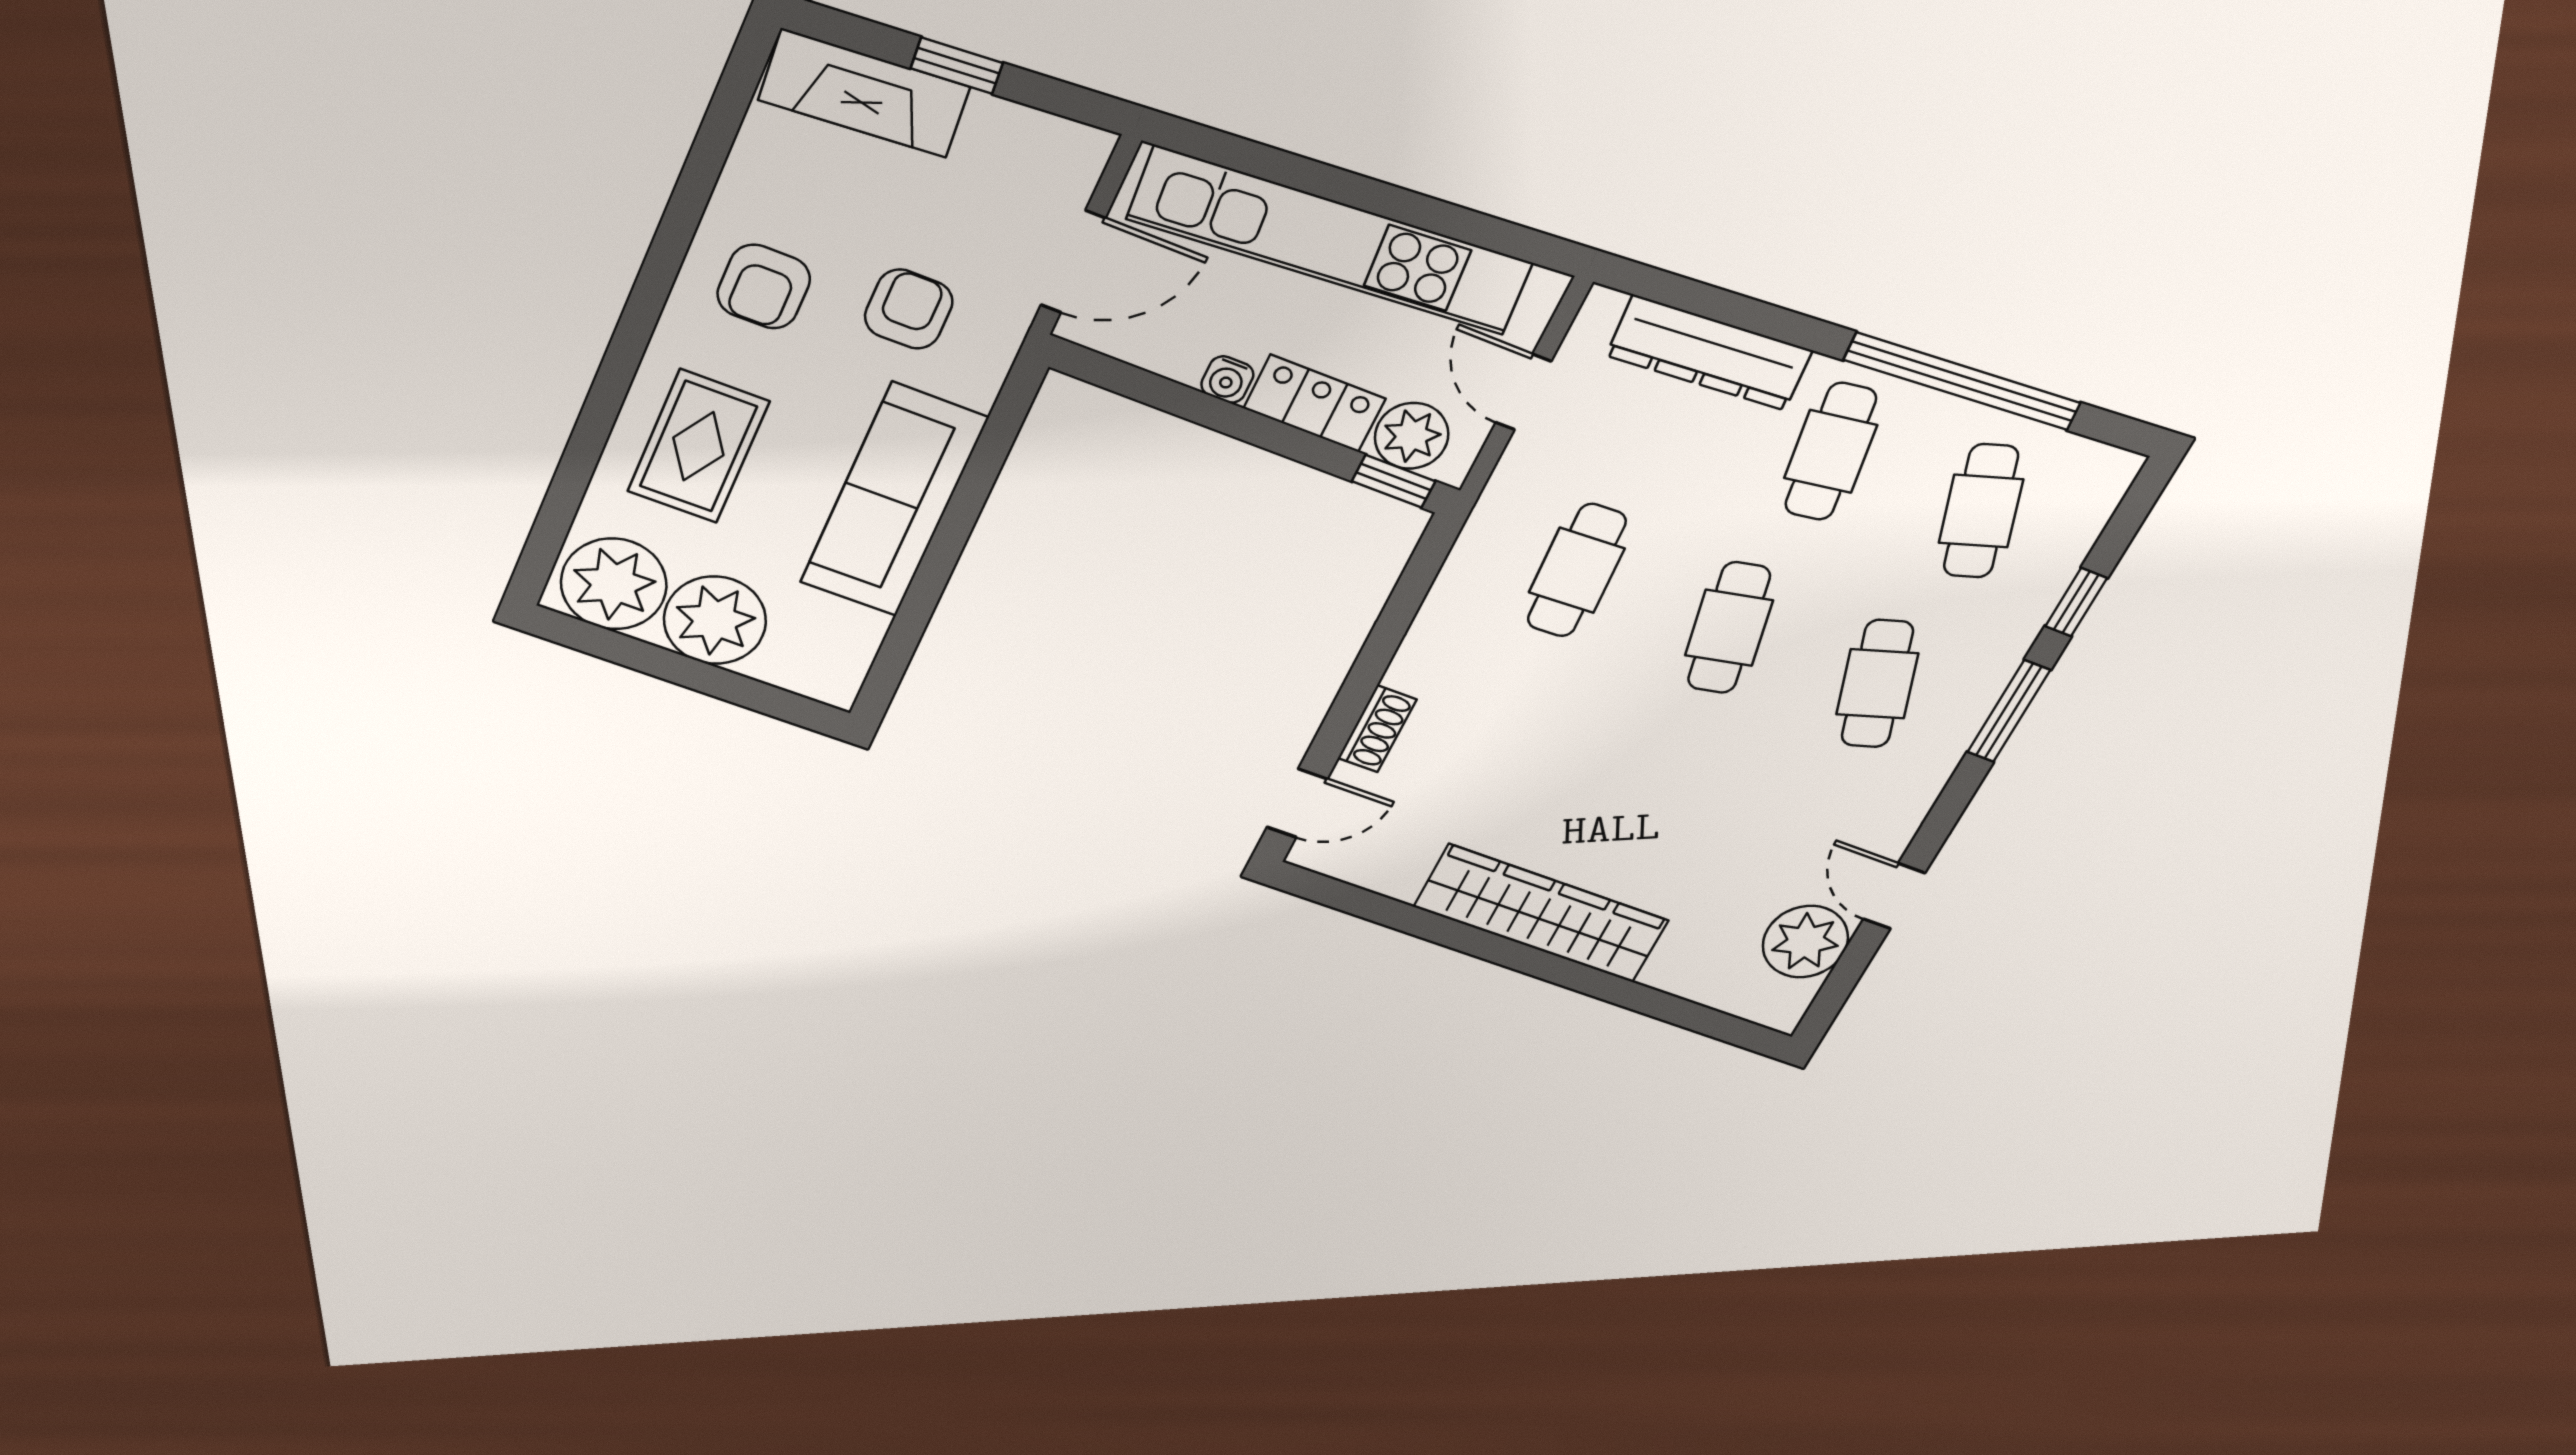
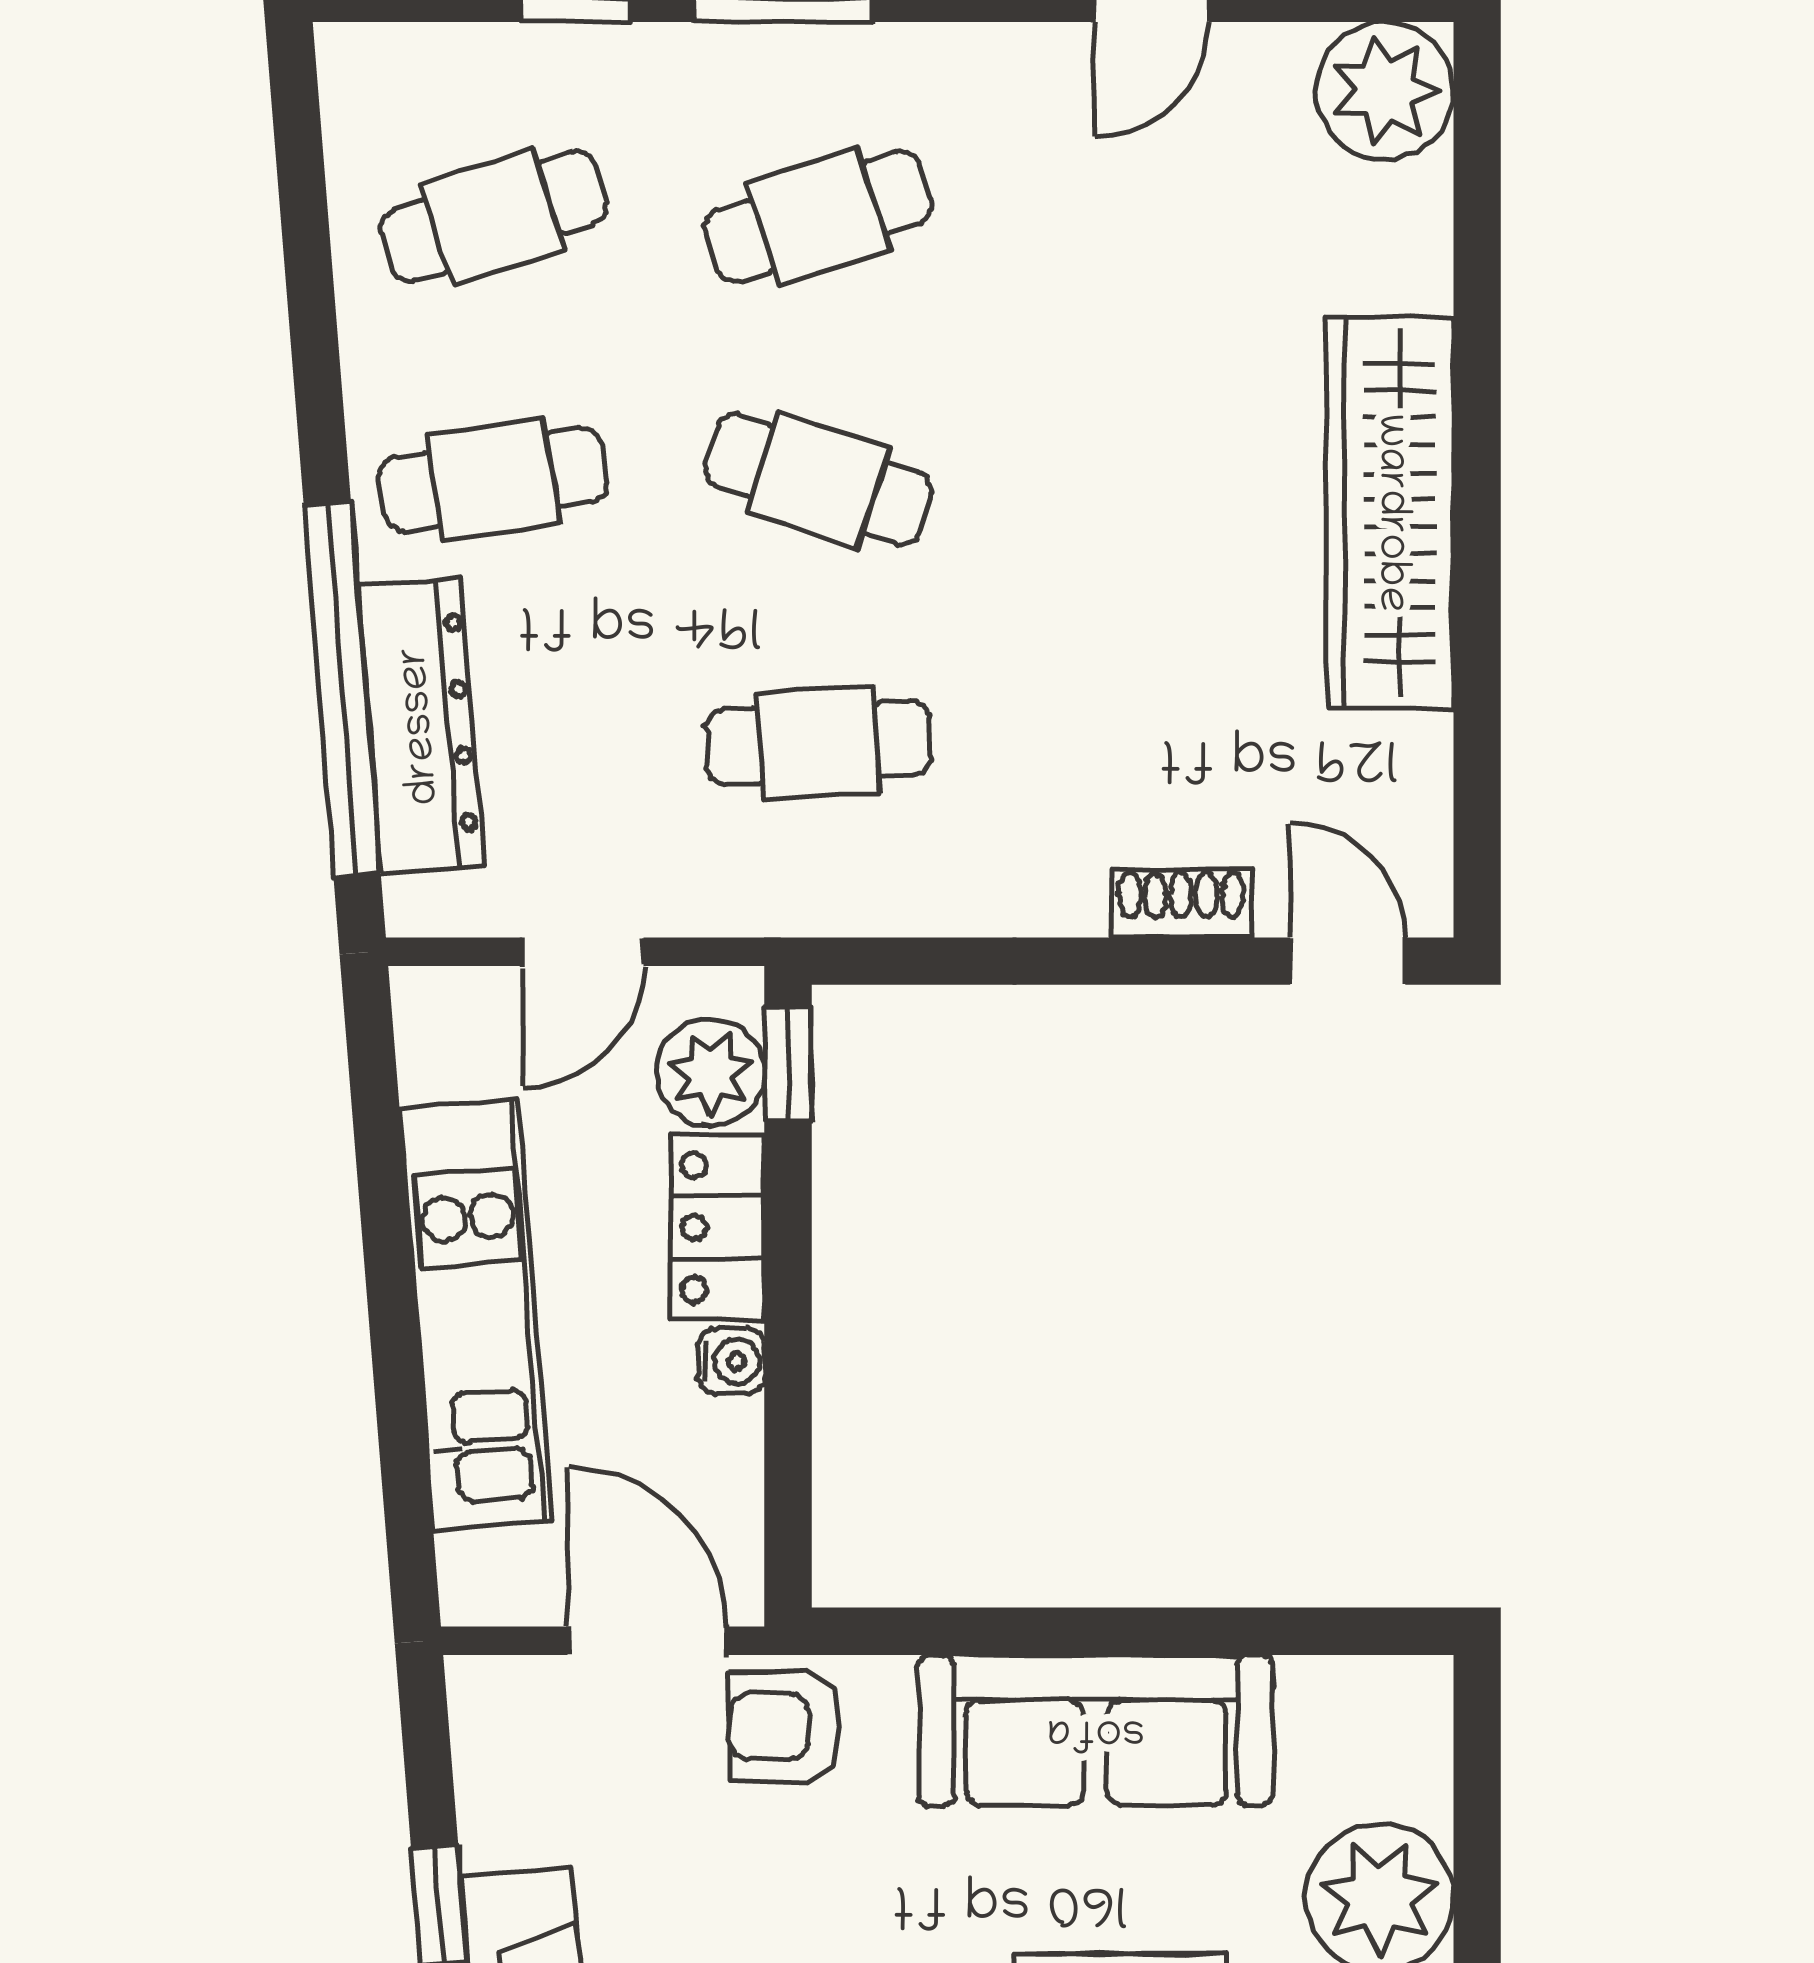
kitchen unit: (1331, 241) -> (476, 1315), width x0.73
armchair: (909, 309) -> (785, 1727), moved
window: (1963, 382) -> (342, 690), moved
cafe table: (1729, 628) -> (818, 480), turned 30
plant: (1805, 942) -> (1385, 91), moved

